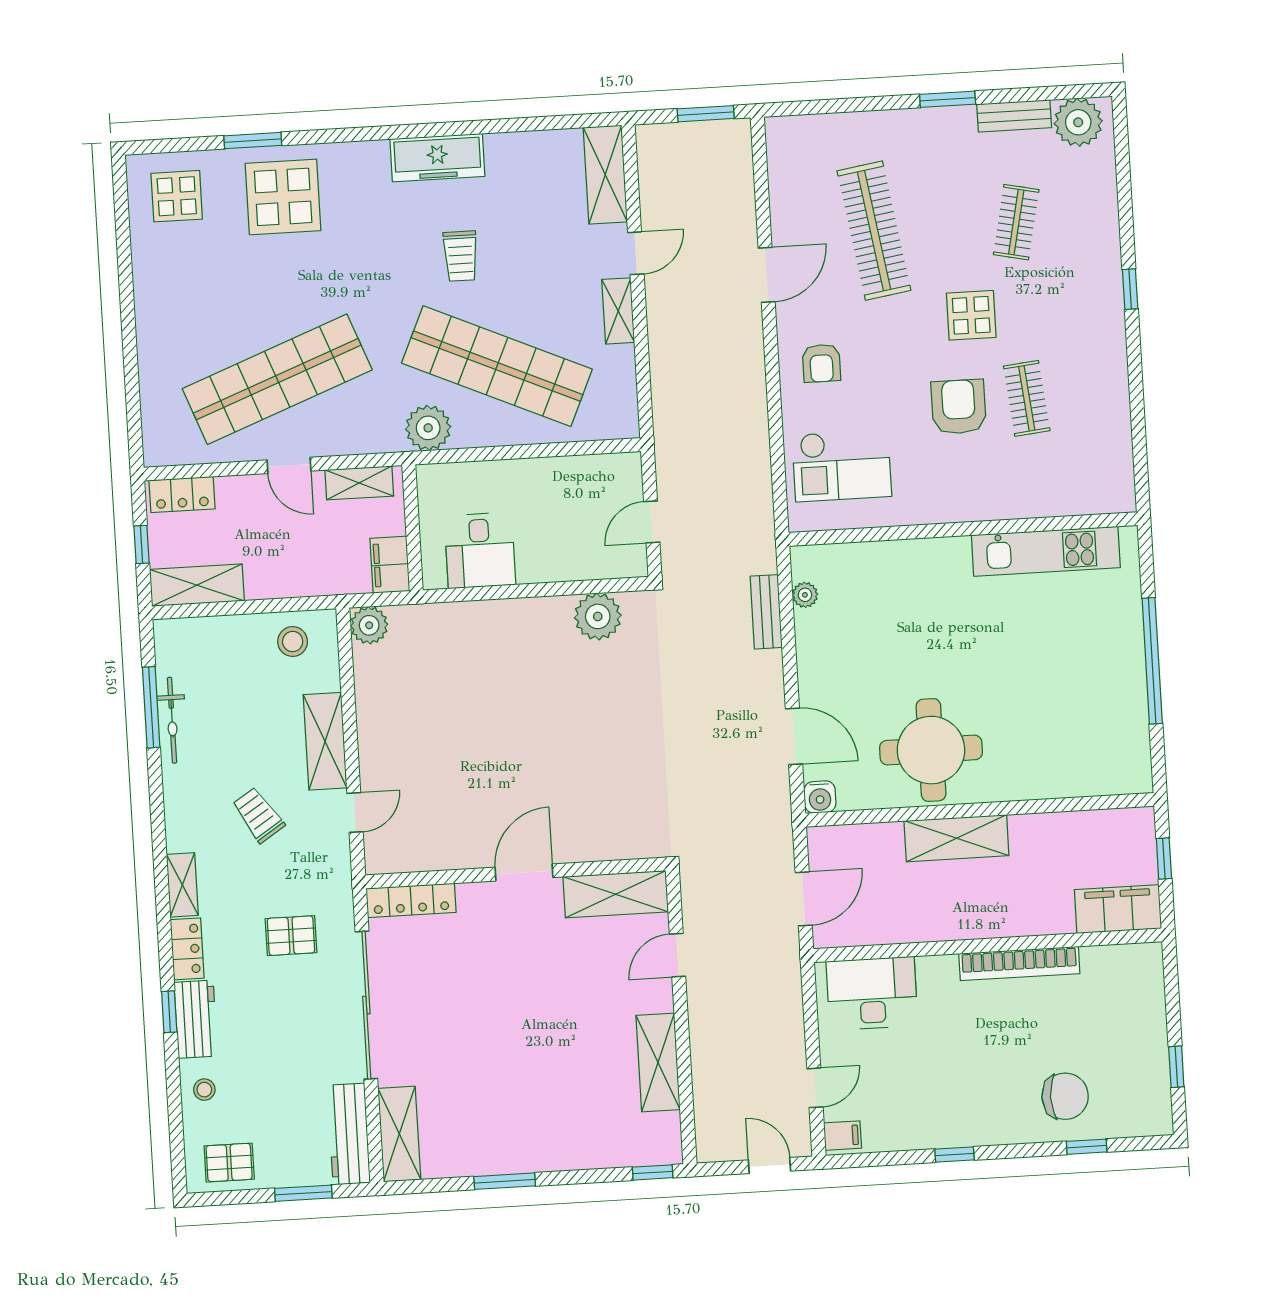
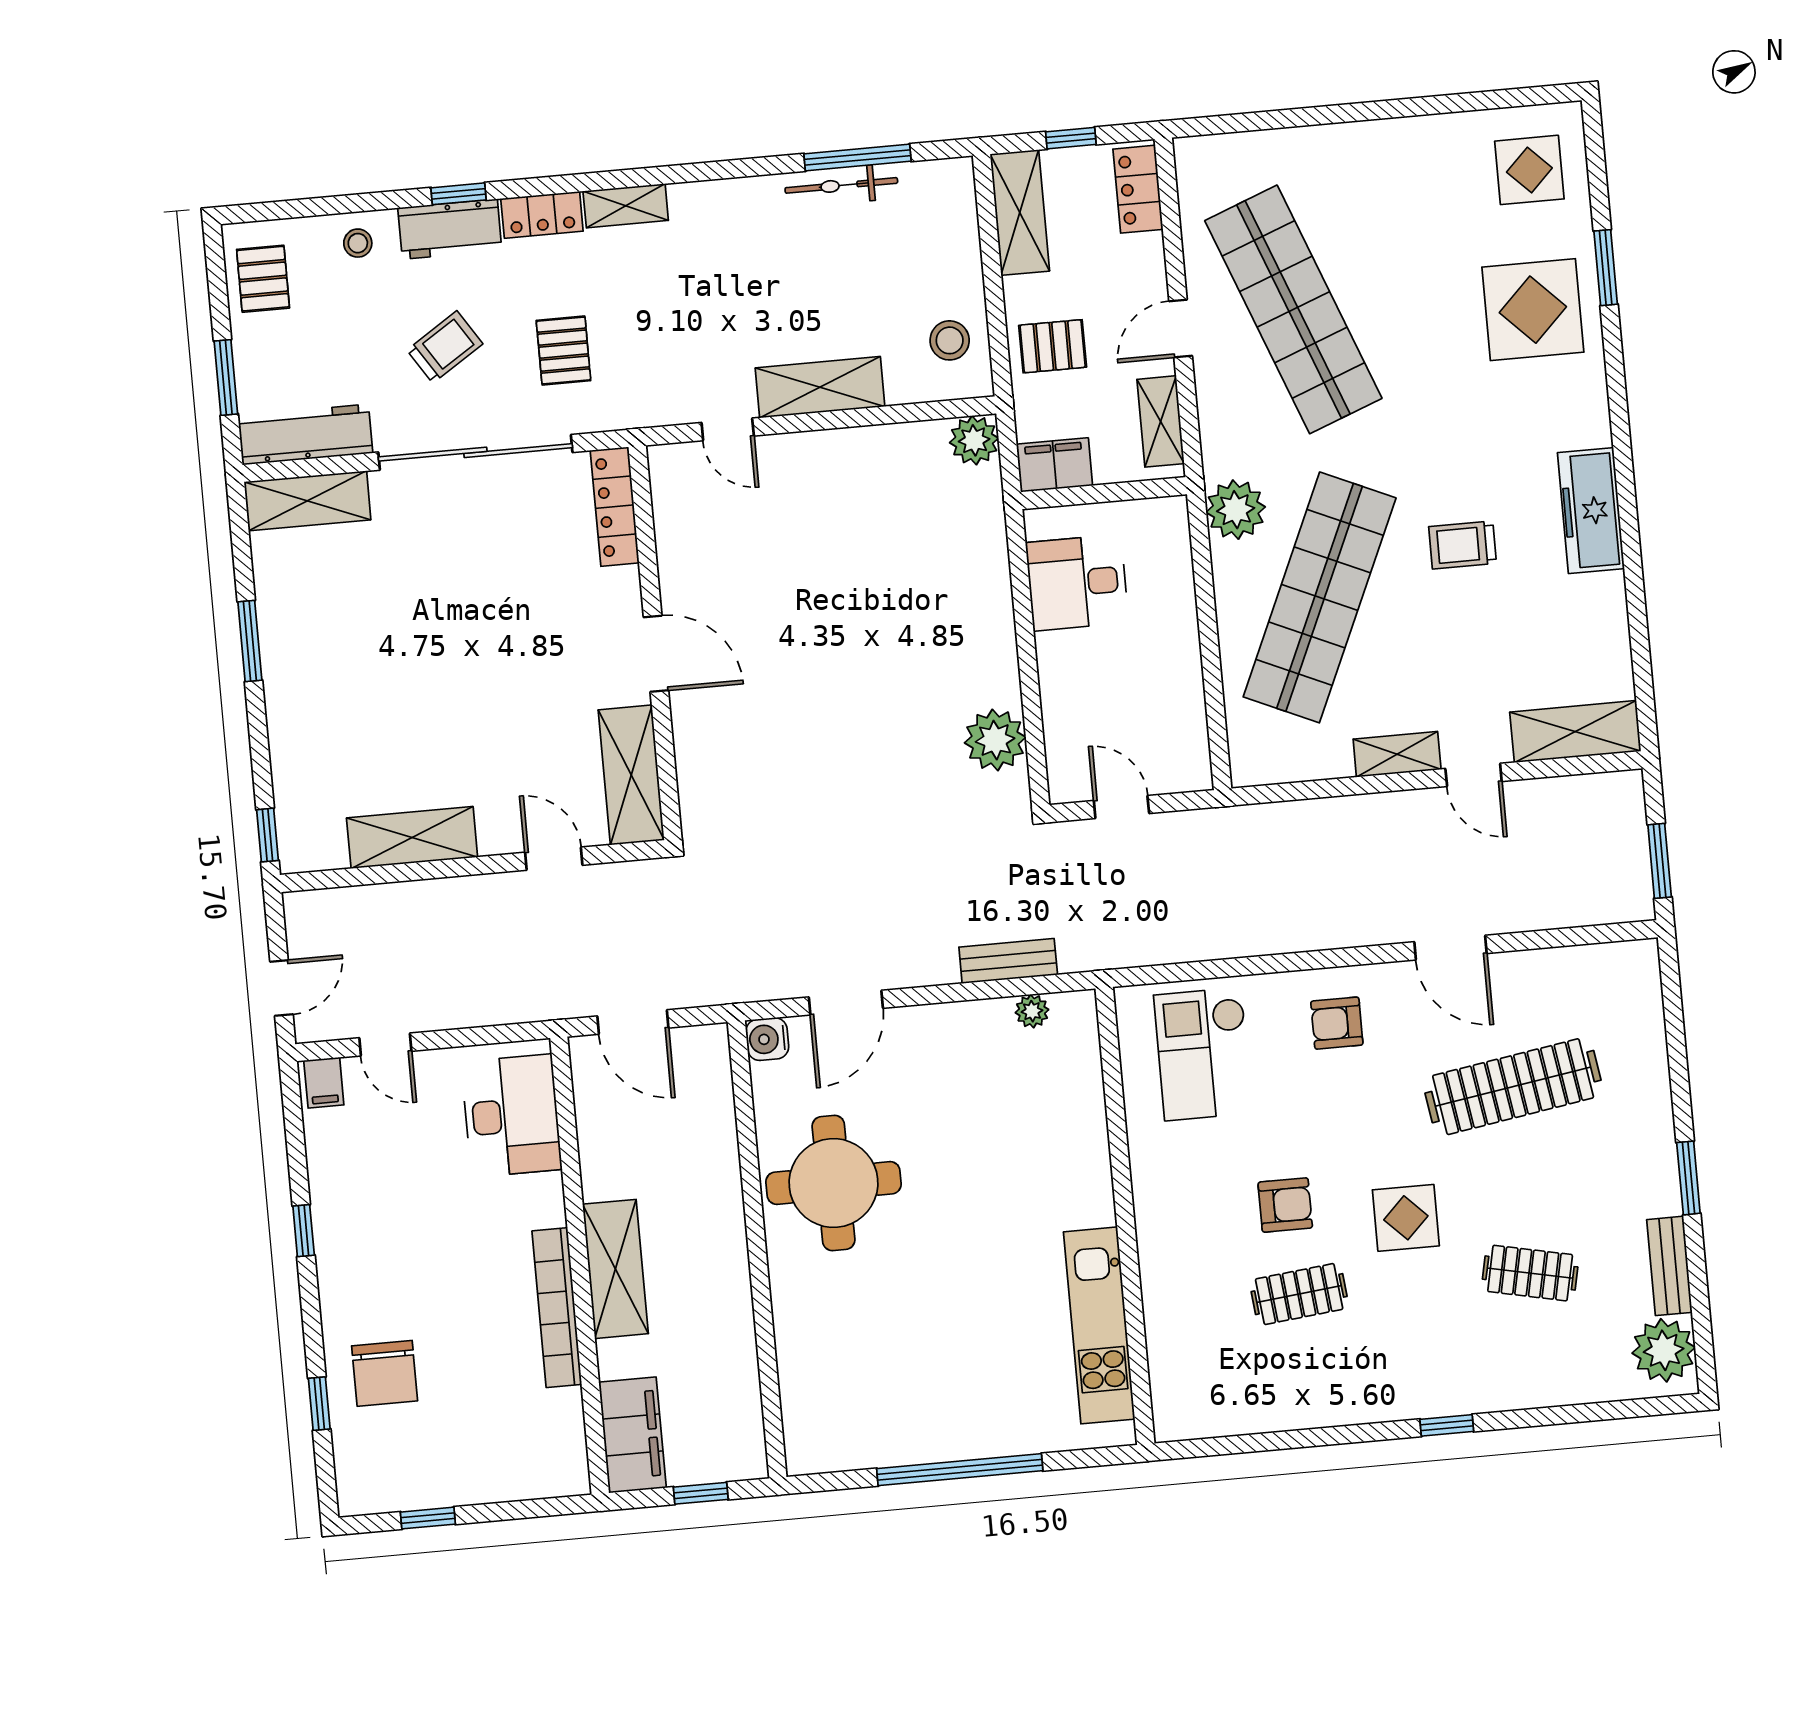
armchair: (959, 407) -> (1285, 1205), width x0.72, depth x0.72
pallet: (299, 563) -> (1053, 346), added
trolley: (258, 815) -> (445, 347), moved
shelving: (956, 838) -> (615, 1269), moved

